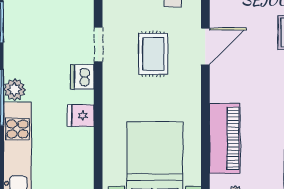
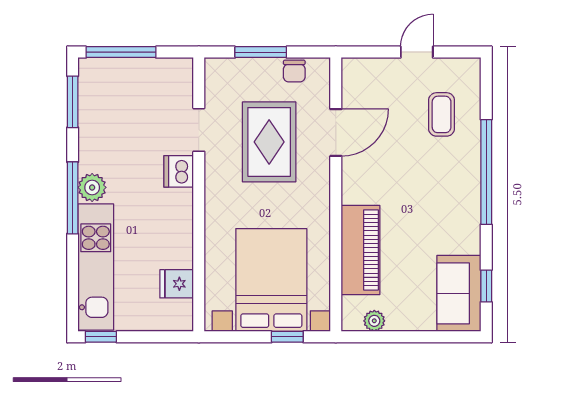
rug: (153, 54) -> (269, 142), width x1.36, depth x1.43
fridge: (81, 116) -> (177, 284), moved

